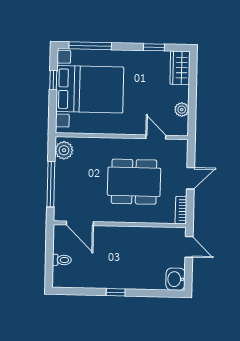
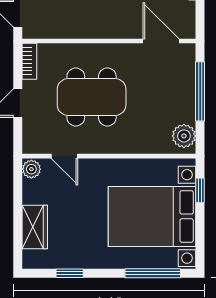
wardrobe: (180, 68) -> (35, 227), moved
window: (53, 80) -> (200, 190), moved
plant: (182, 110) -> (31, 169), moved

